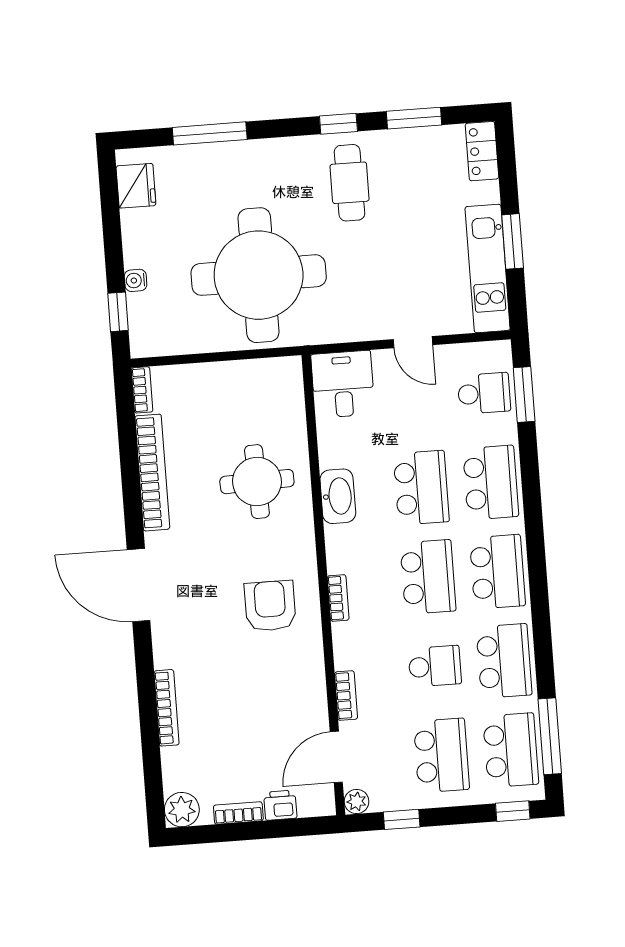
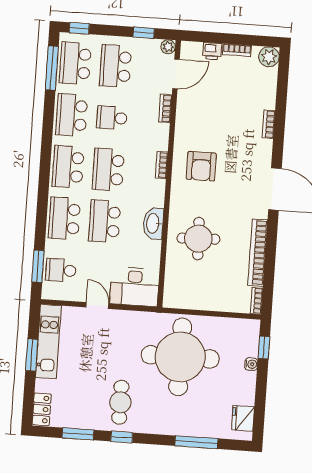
desk: (343, 384) -> (135, 287), width x1.37
bookcase: (167, 708) -> (269, 124), width x0.64

